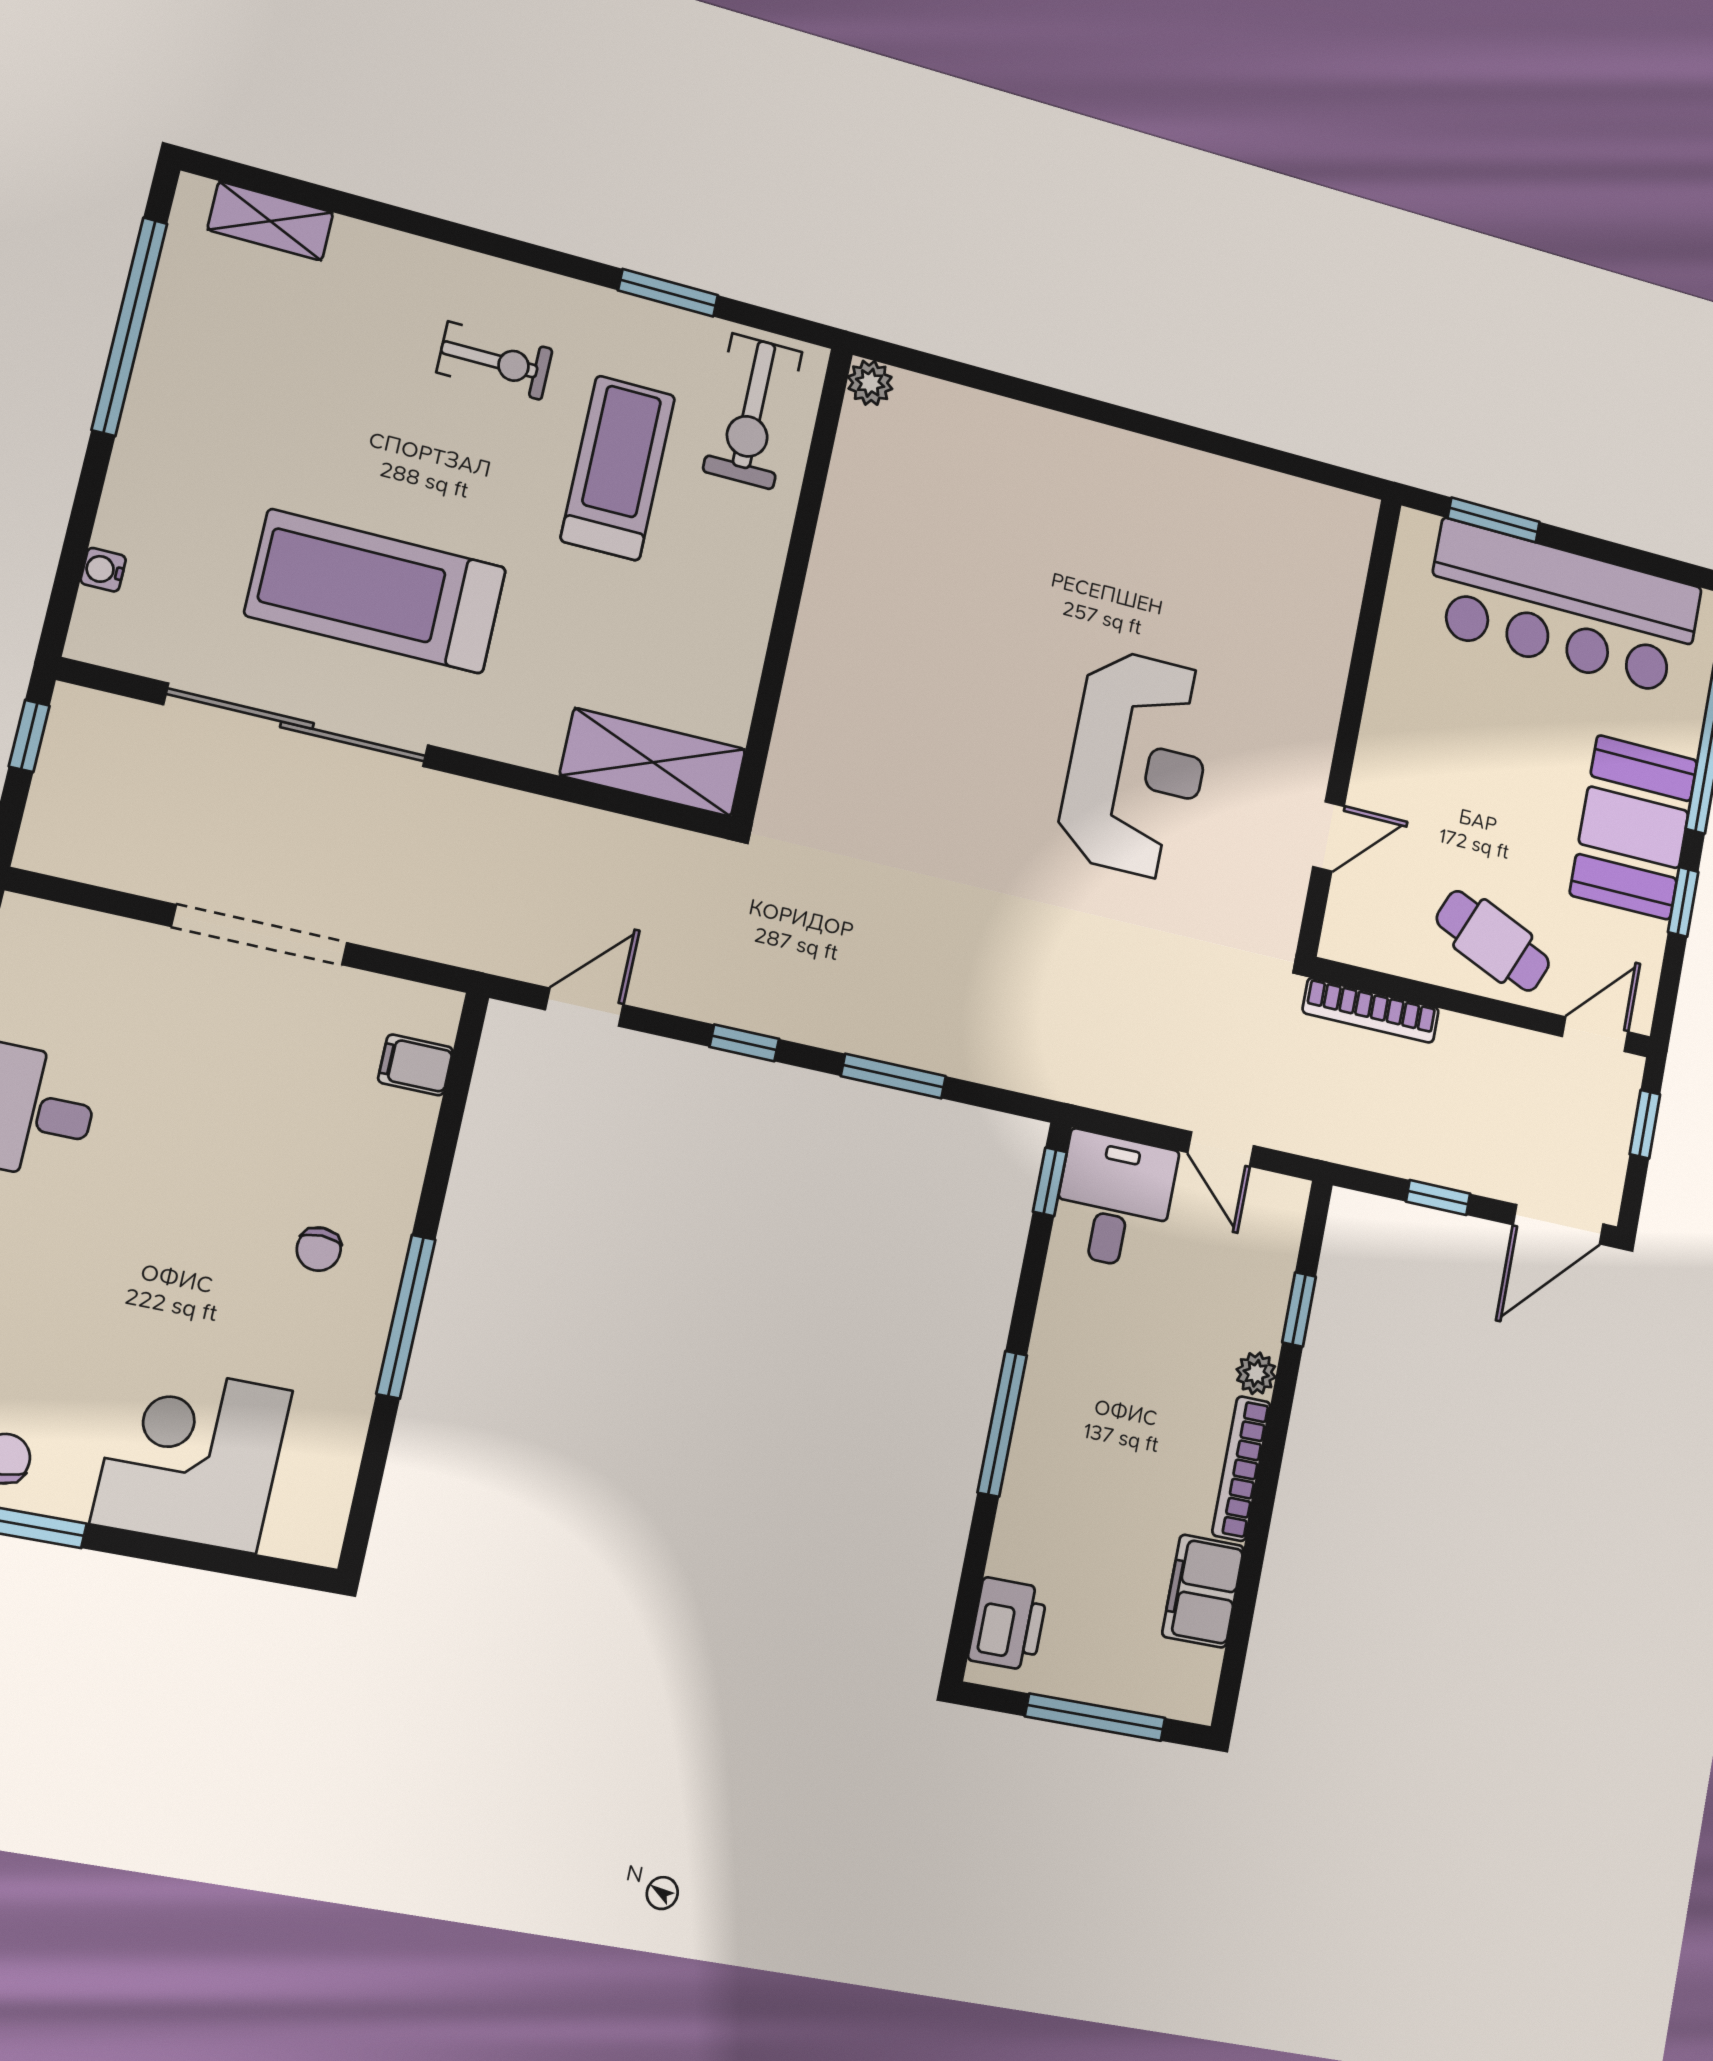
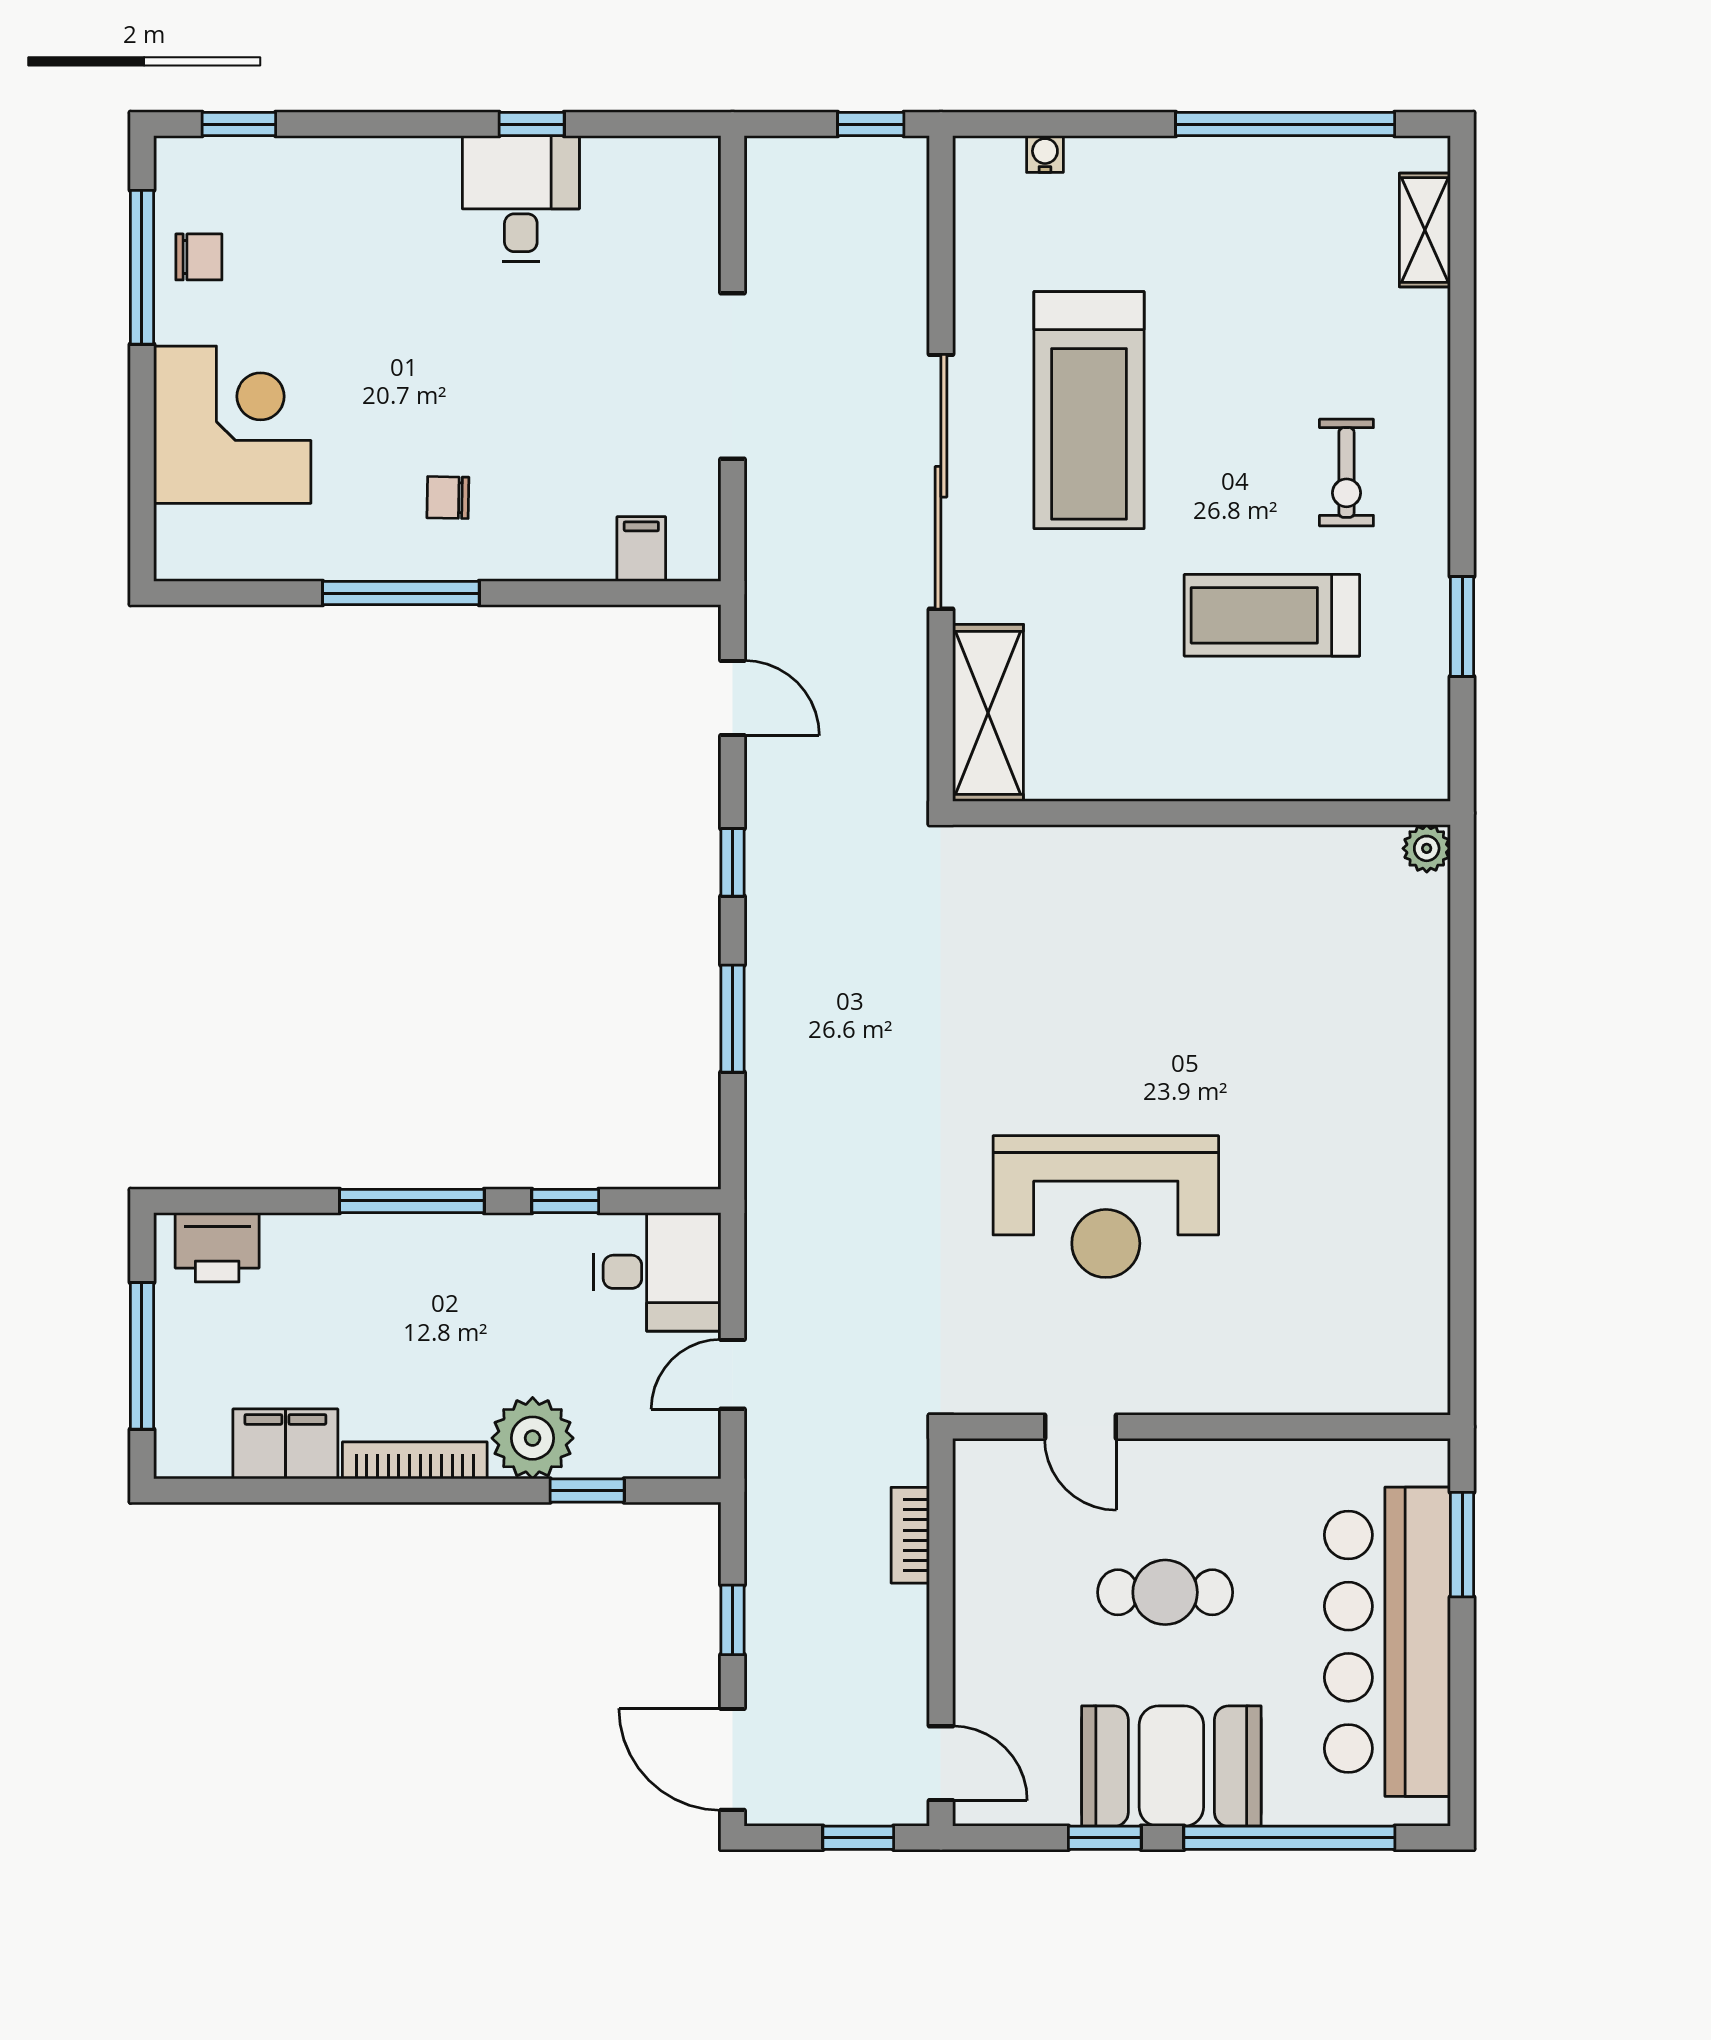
exercise bike: (752, 411) -> (1365, 736), removed
treadmill: (618, 468) -> (1272, 615), turned 180
treadmill: (376, 591) -> (1089, 410), turned 180
sliding door: (297, 725) -> (941, 482), moved
cafe table: (1493, 941) -> (1165, 1592), moved, turned 67
bookcase: (1371, 1010) -> (910, 1535), width x0.64
window: (1050, 1182) -> (565, 1201), moved
plant: (1256, 1373) -> (533, 1438), width x1.88, depth x1.88

